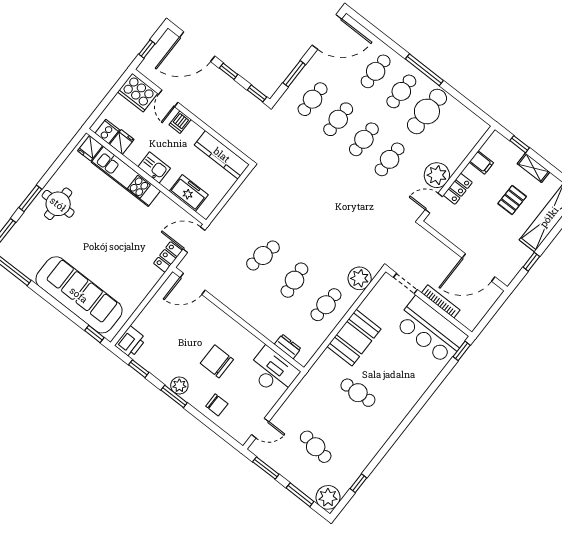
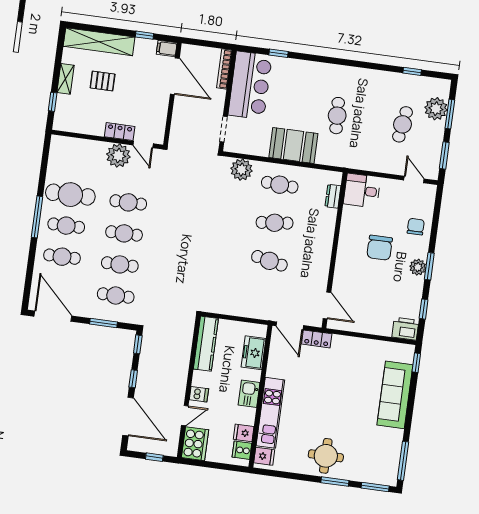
filing cabinet: (481, 162) -> (167, 48), moved, turned -90
sofa: (79, 295) -> (395, 395), width x0.74, depth x0.79
bookcase: (441, 301) -> (224, 69), moved
window: (462, 351) -> (278, 53), moved
desk: (273, 372) -> (362, 191), width x0.73
plant: (328, 497) -> (436, 109), moved

